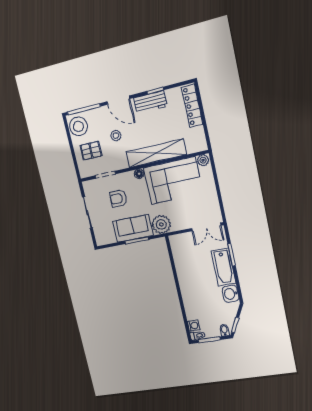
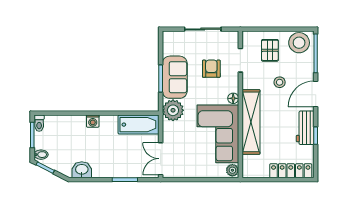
bathtub: (224, 267) -> (138, 125), moved, turned 180
washing machine: (194, 326) -> (93, 121), moved

